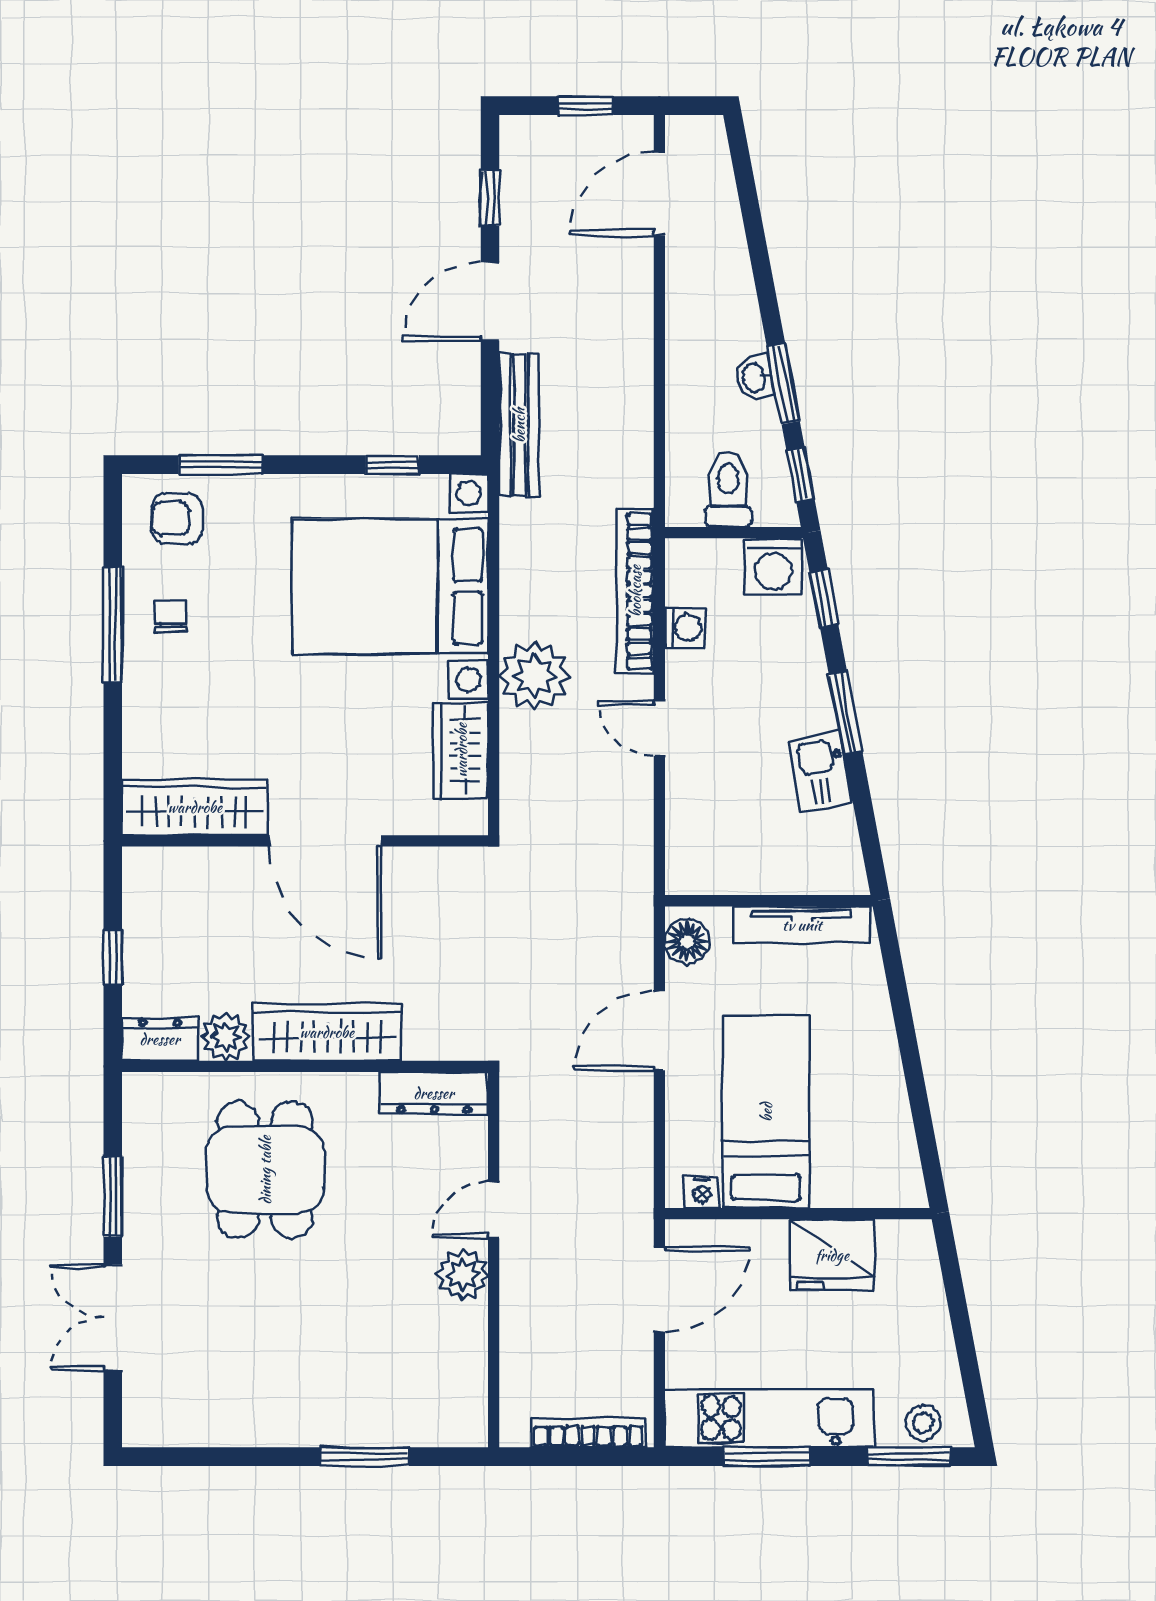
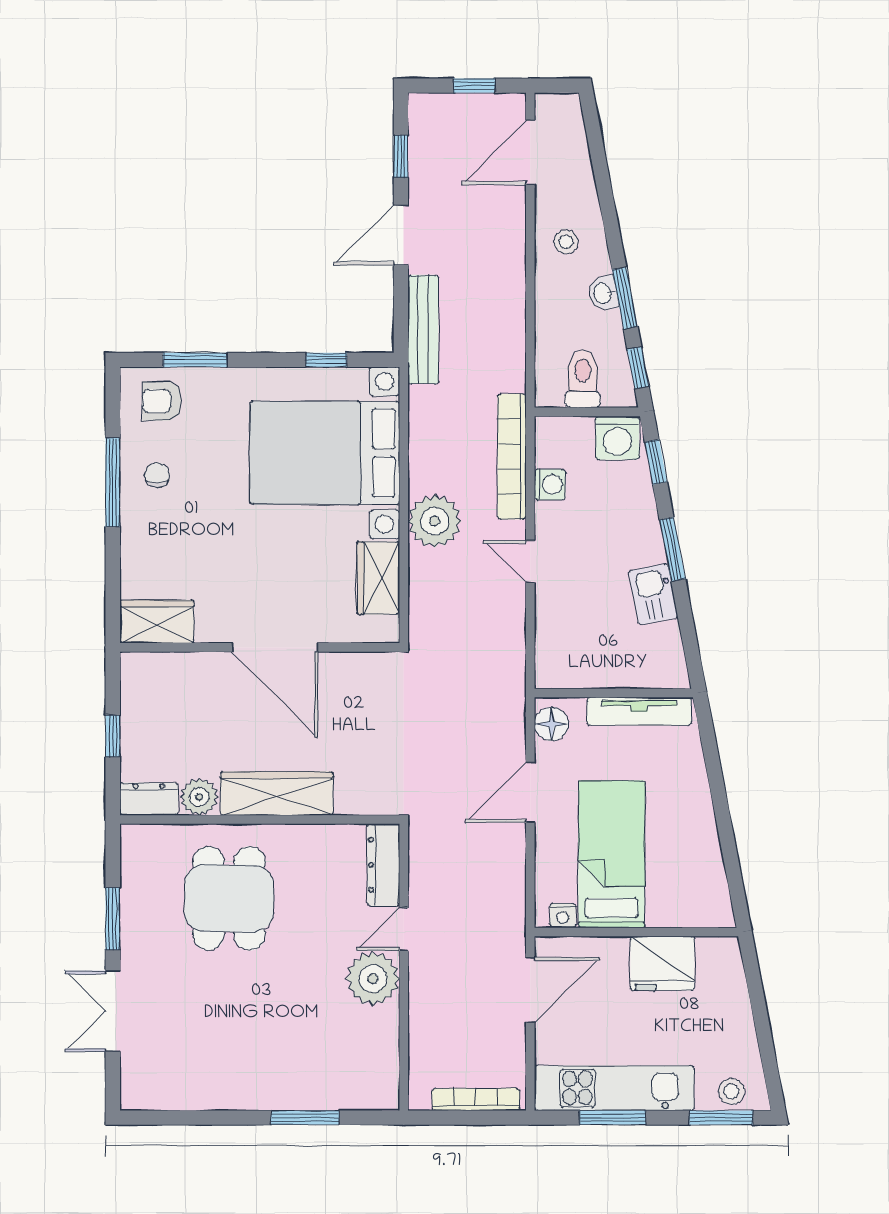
stool: (706, 310) -> (566, 242), added
wardrobe: (195, 807) -> (157, 622), width x0.67
dresser: (434, 1093) -> (383, 865), moved, turned 90
plant: (463, 1275) -> (373, 978), width x1.36, depth x1.36

